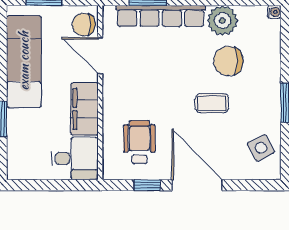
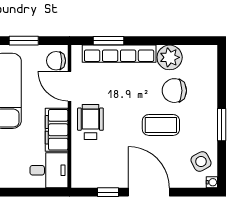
water cooler: (274, 12) -> (212, 182), moved
coffee table: (212, 103) -> (161, 125), width x1.36, depth x1.30
wheelchair: (139, 142) -> (90, 122), moved

